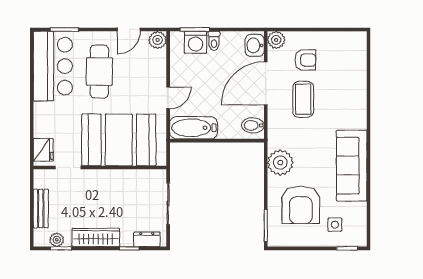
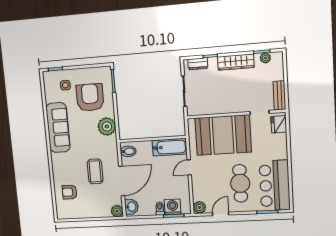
armchair: (305, 60) -> (70, 192), moved
bench: (41, 208) -> (279, 95), moved

